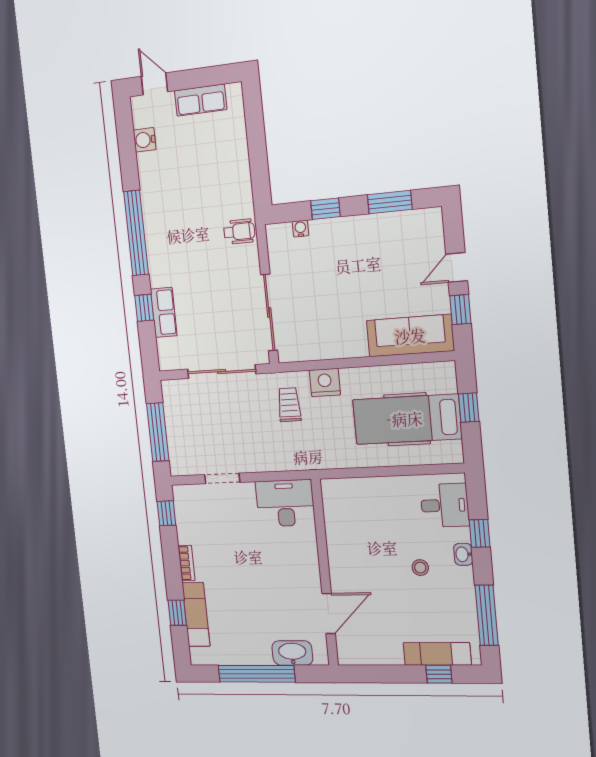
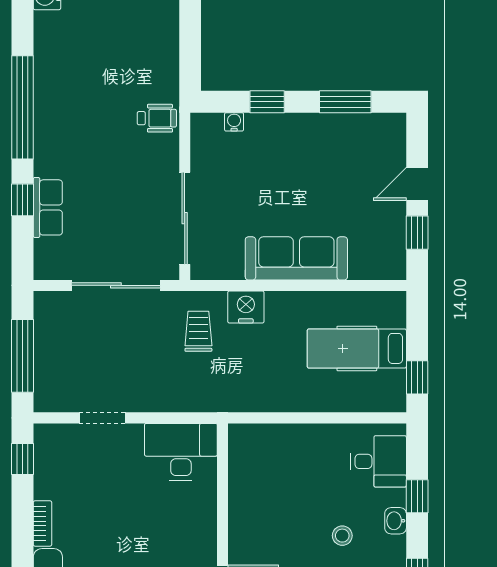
sofa: (410, 336) -> (296, 258), moved
window: (469, 408) -> (417, 377), moved
hospital bed: (407, 419) -> (357, 348), width x0.73, depth x0.78

